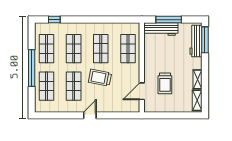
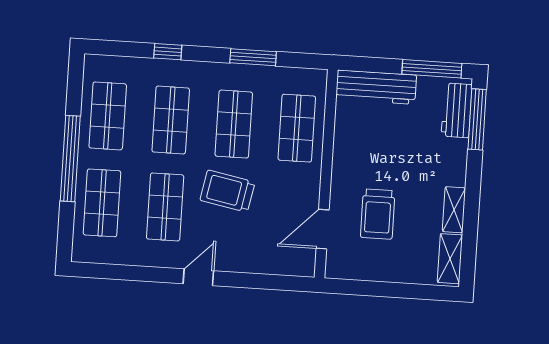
window: (54, 20) -> (168, 52), moved
window: (107, 20) -> (253, 57), added
window: (169, 20) -> (432, 69), moved
workbench: (196, 41) -> (457, 110), width x0.73

